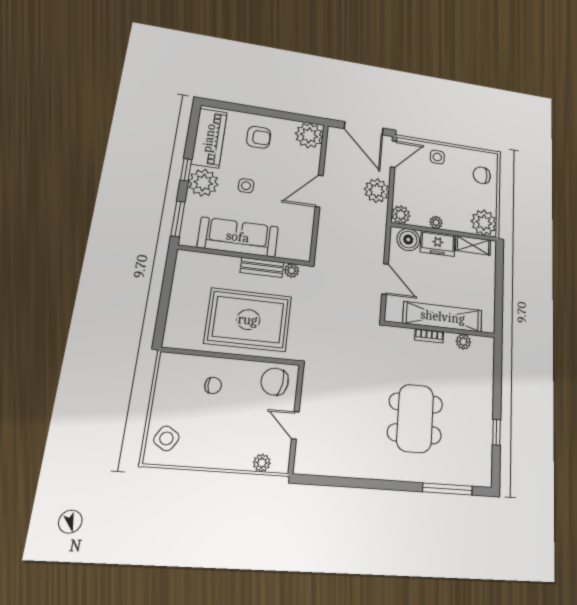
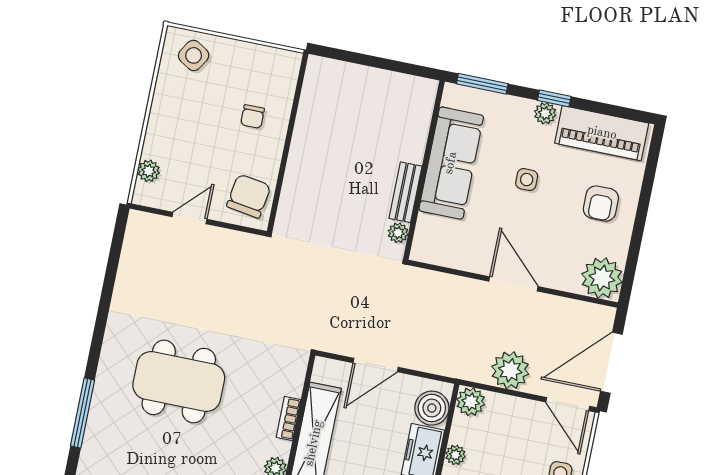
plant: (203, 183) -> (545, 113), width x0.53, depth x0.53
rug: (248, 320) -> (334, 168), removed

